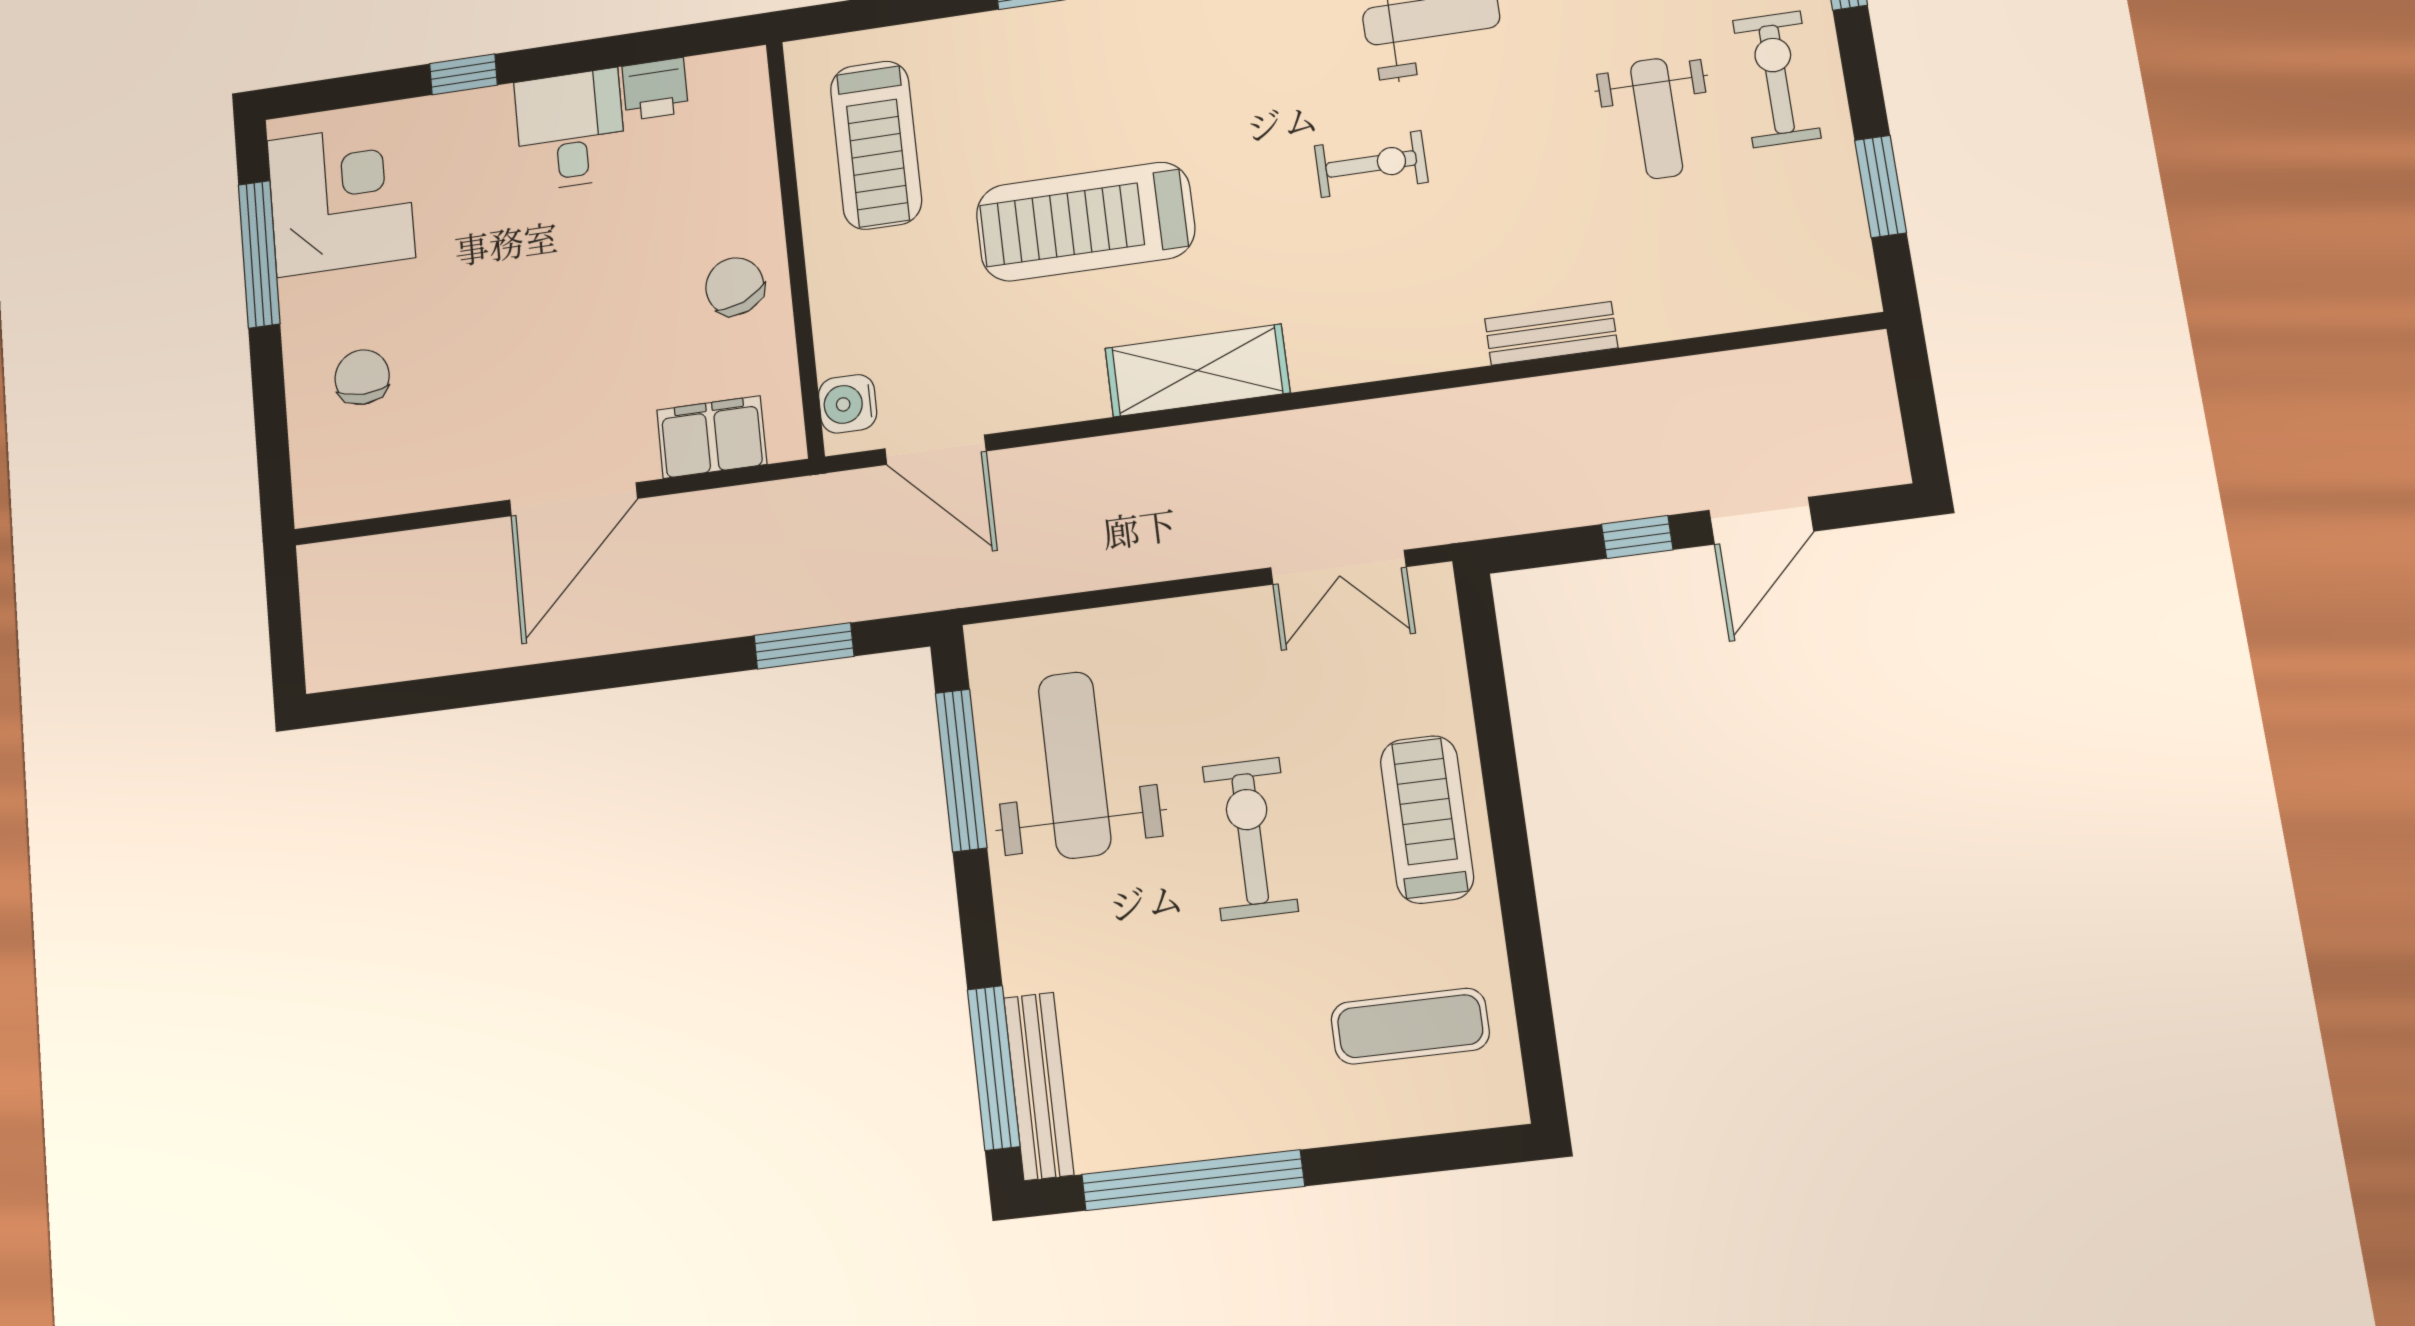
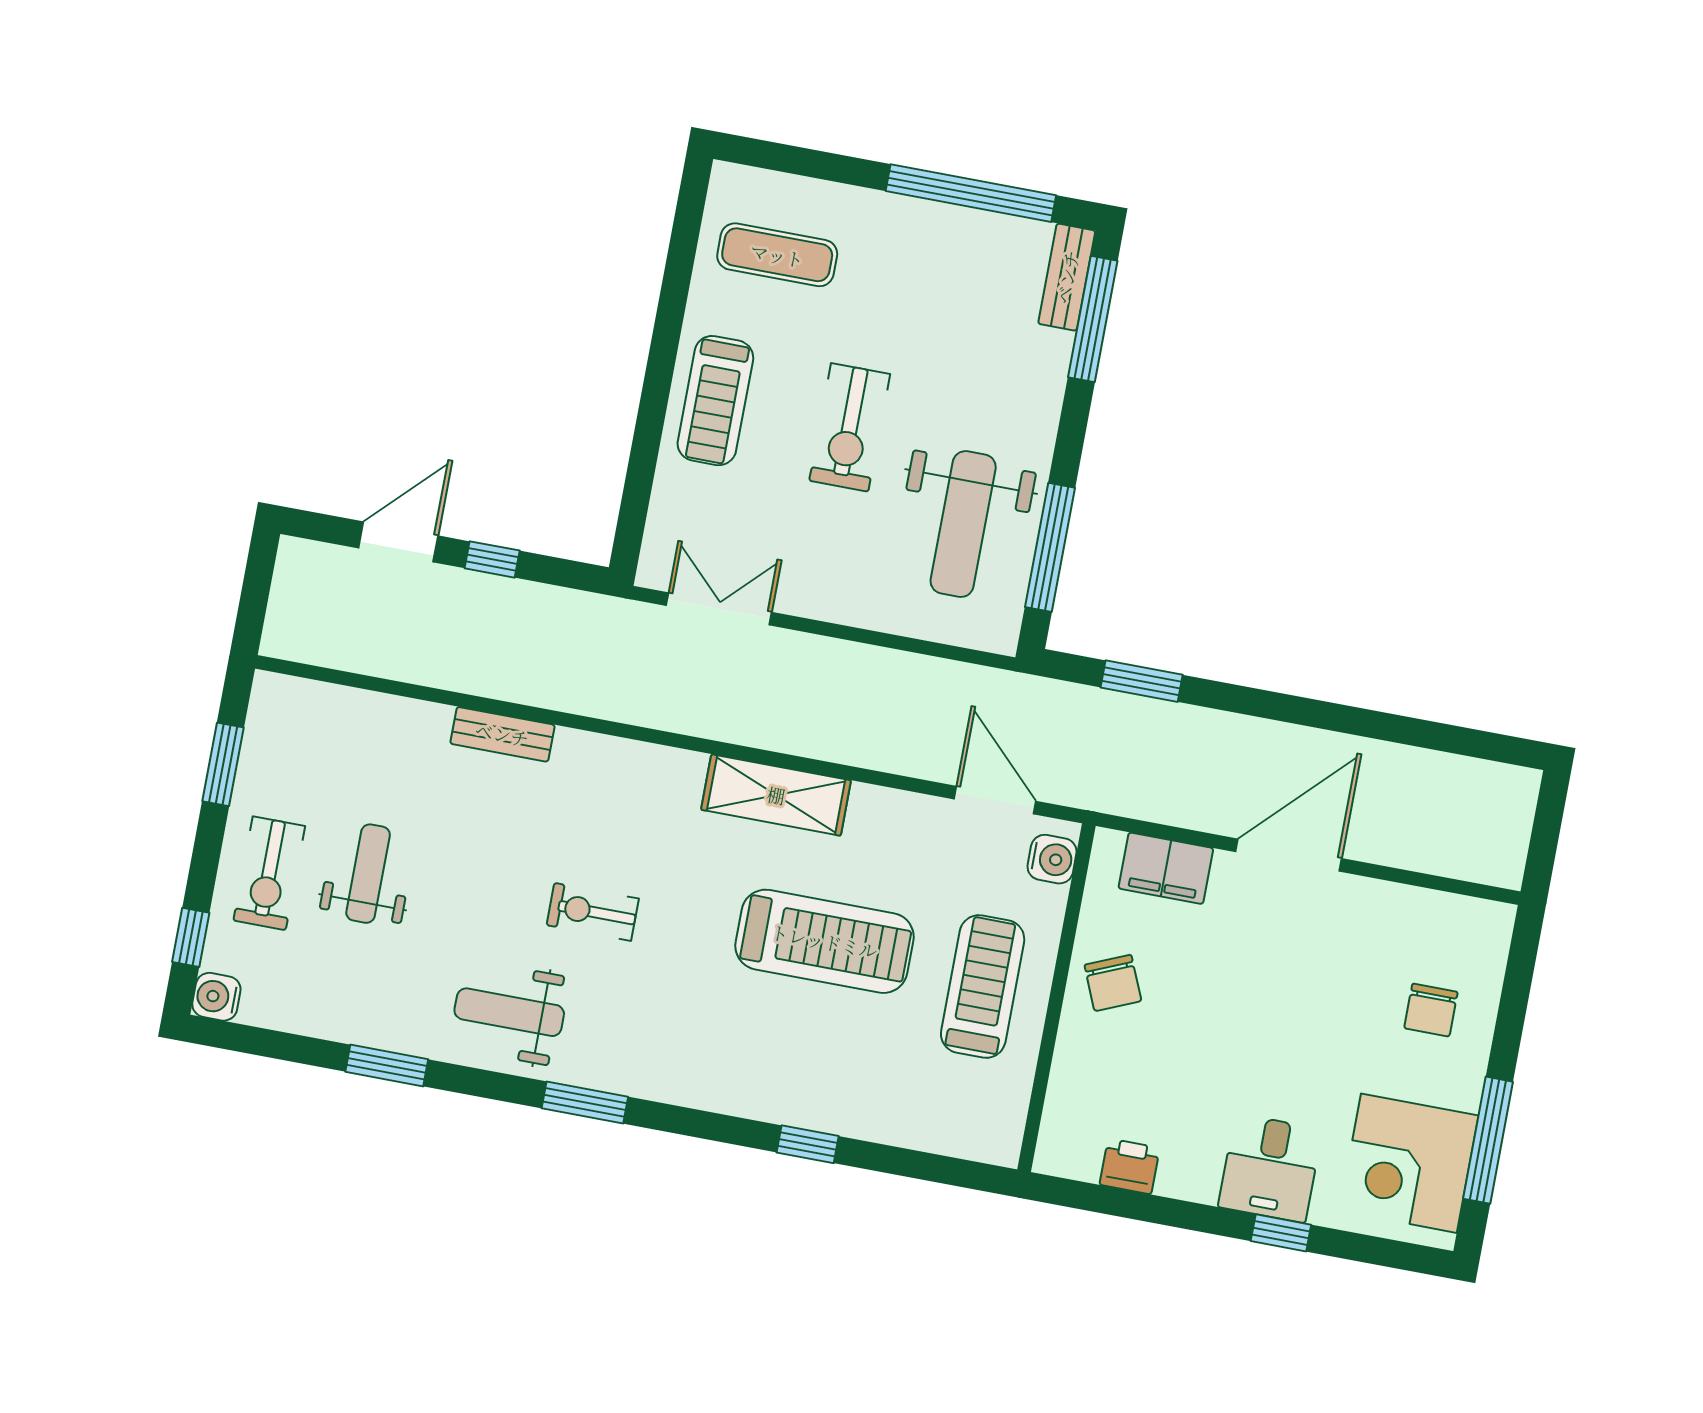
desk: (570, 130) -> (1270, 1168), moved
treadmill: (876, 145) -> (983, 987), moved
bench: (1039, 1086) -> (1067, 277), width x0.73

